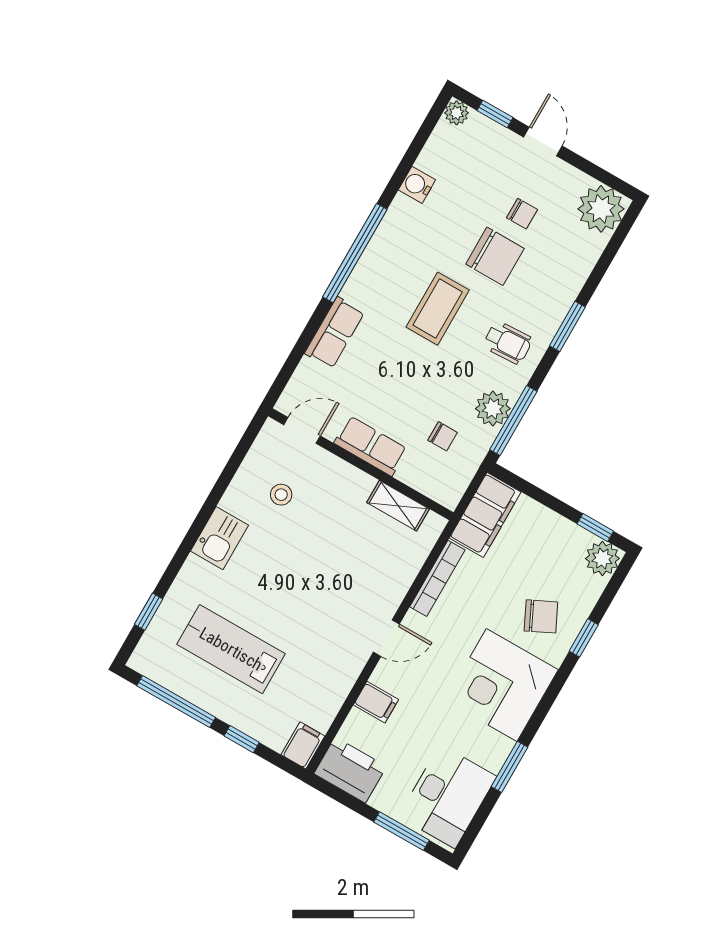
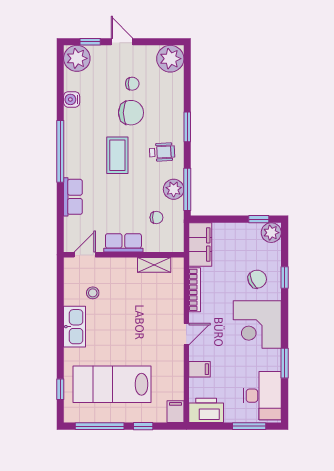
plant: (457, 113) -> (77, 58), width x1.88, depth x1.88
kitchen sink: (220, 538) -> (75, 327), width x1.38
lab bench: (231, 649) -> (112, 384), width x1.36, depth x1.39

